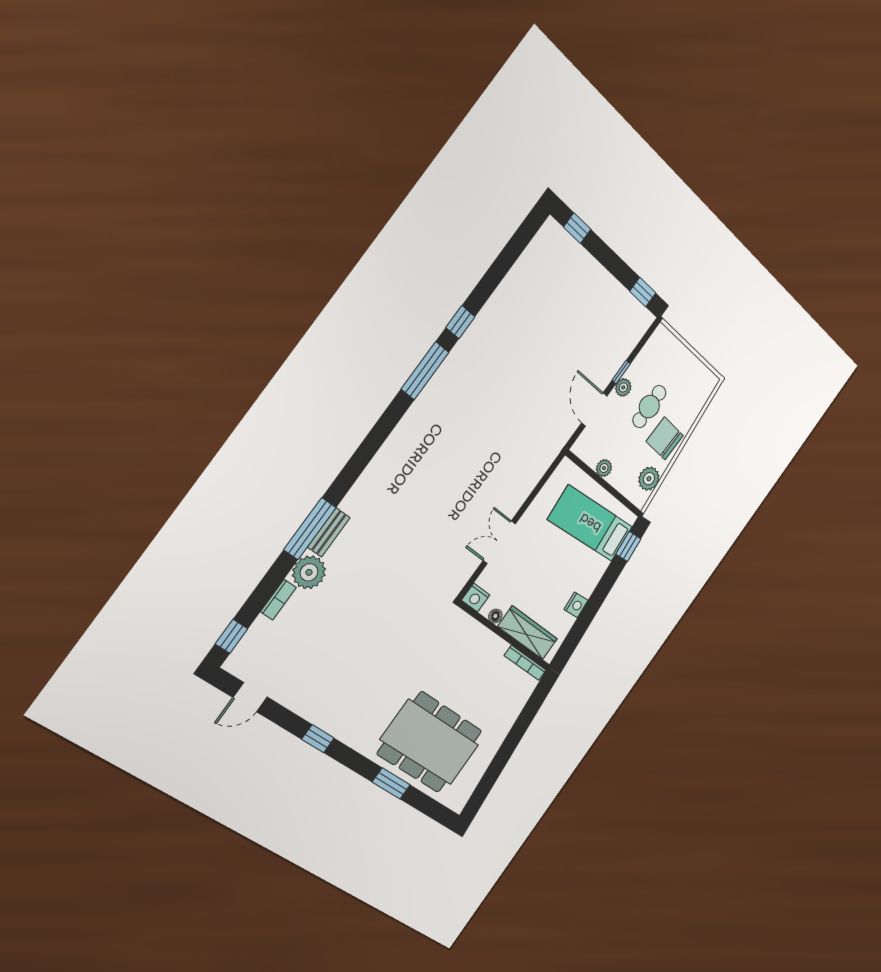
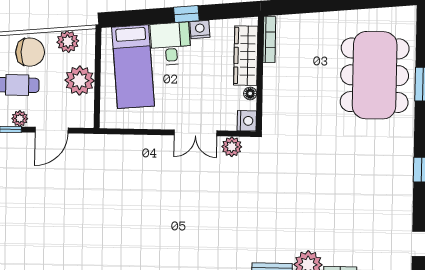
chair: (665, 438) -> (30, 52), turned -92
plant: (604, 468) -> (80, 80), width x1.88, depth x1.88
window: (628, 546) -> (186, 14), moved
plant: (464, 568) -> (232, 147), added
desk: (584, 570) -> (171, 44), added

